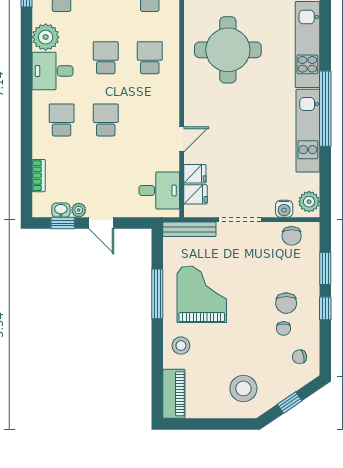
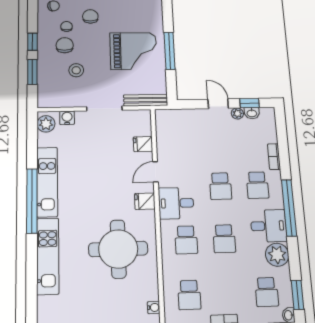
window: (26, 92) -> (289, 208), added
bookcase: (39, 176) -> (274, 157), moved
desk: (159, 190) -> (176, 203), moved
fridge: (195, 194) -> (145, 201), moved
chair: (292, 236) -> (90, 16), moved
grand piano: (202, 294) -> (134, 51), turned -90
stool: (181, 346) -> (76, 70), moved

